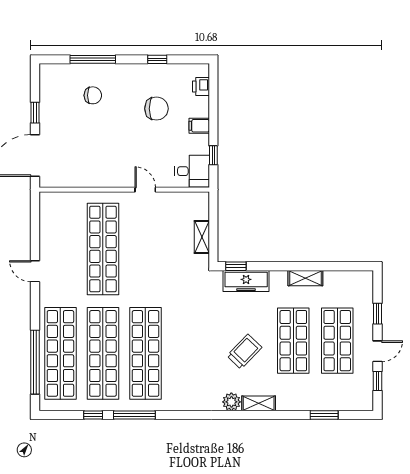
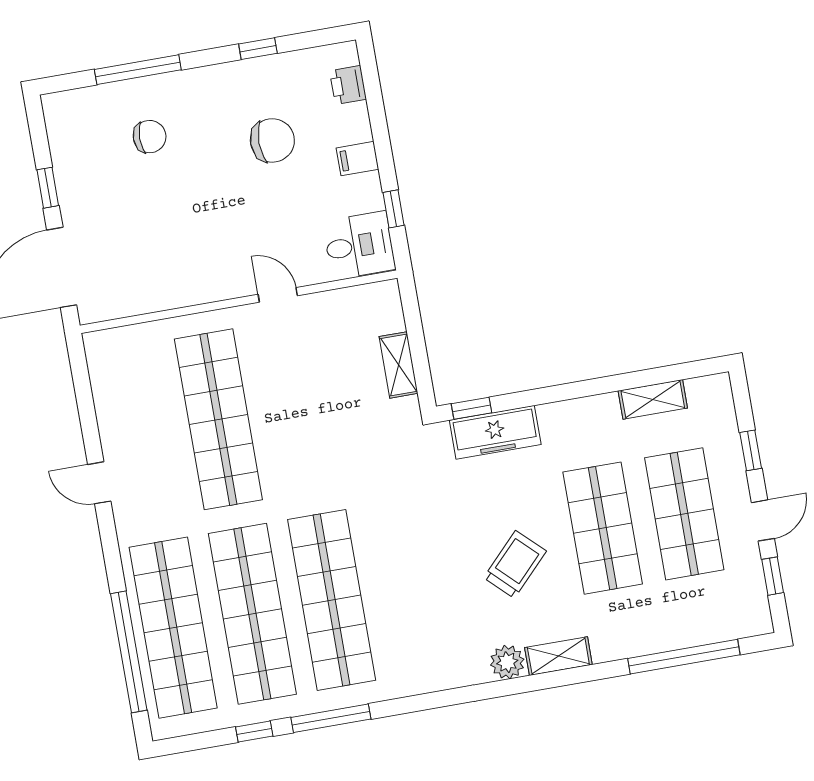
shelving: (305, 278) -> (653, 399), moved
window: (324, 415) -> (684, 657), width x2.11

